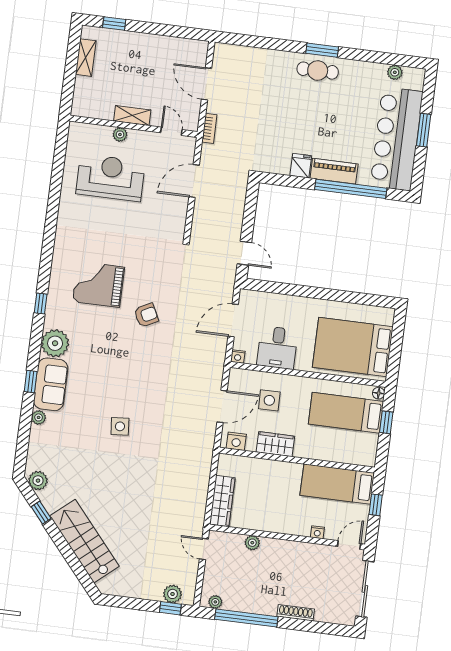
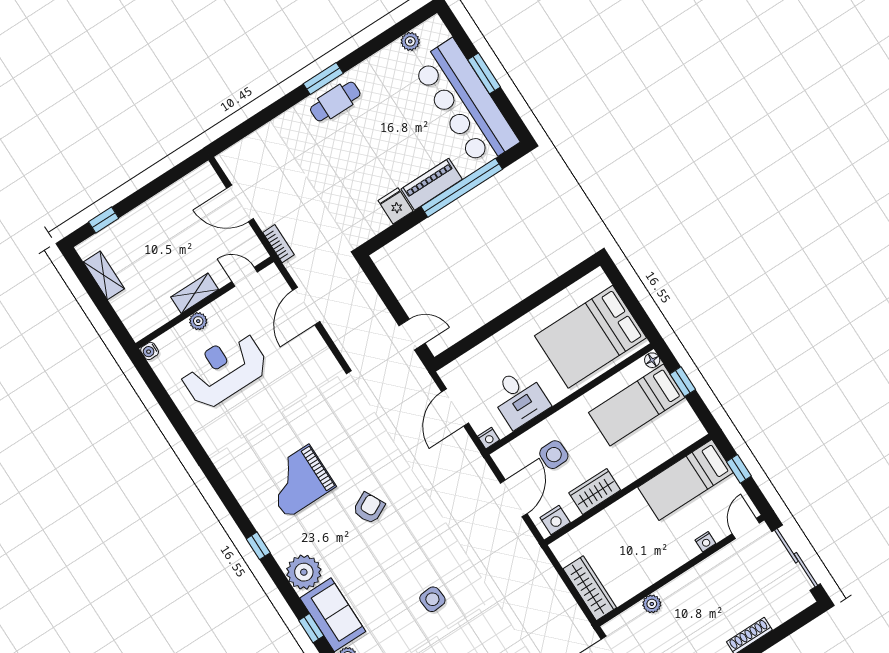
water cooler: (75, 128) -> (150, 351), added
armchair: (146, 315) -> (369, 508), moved

